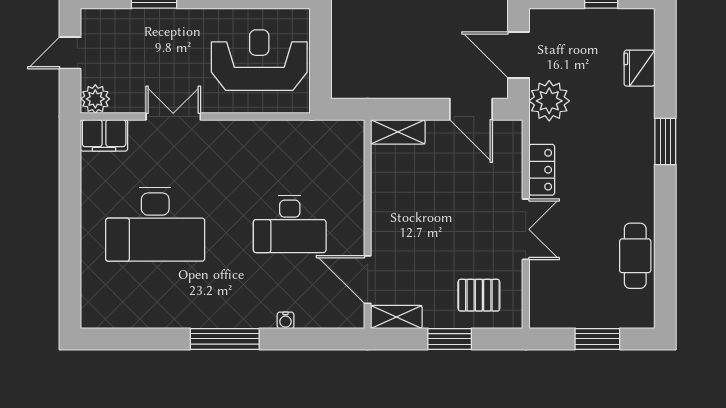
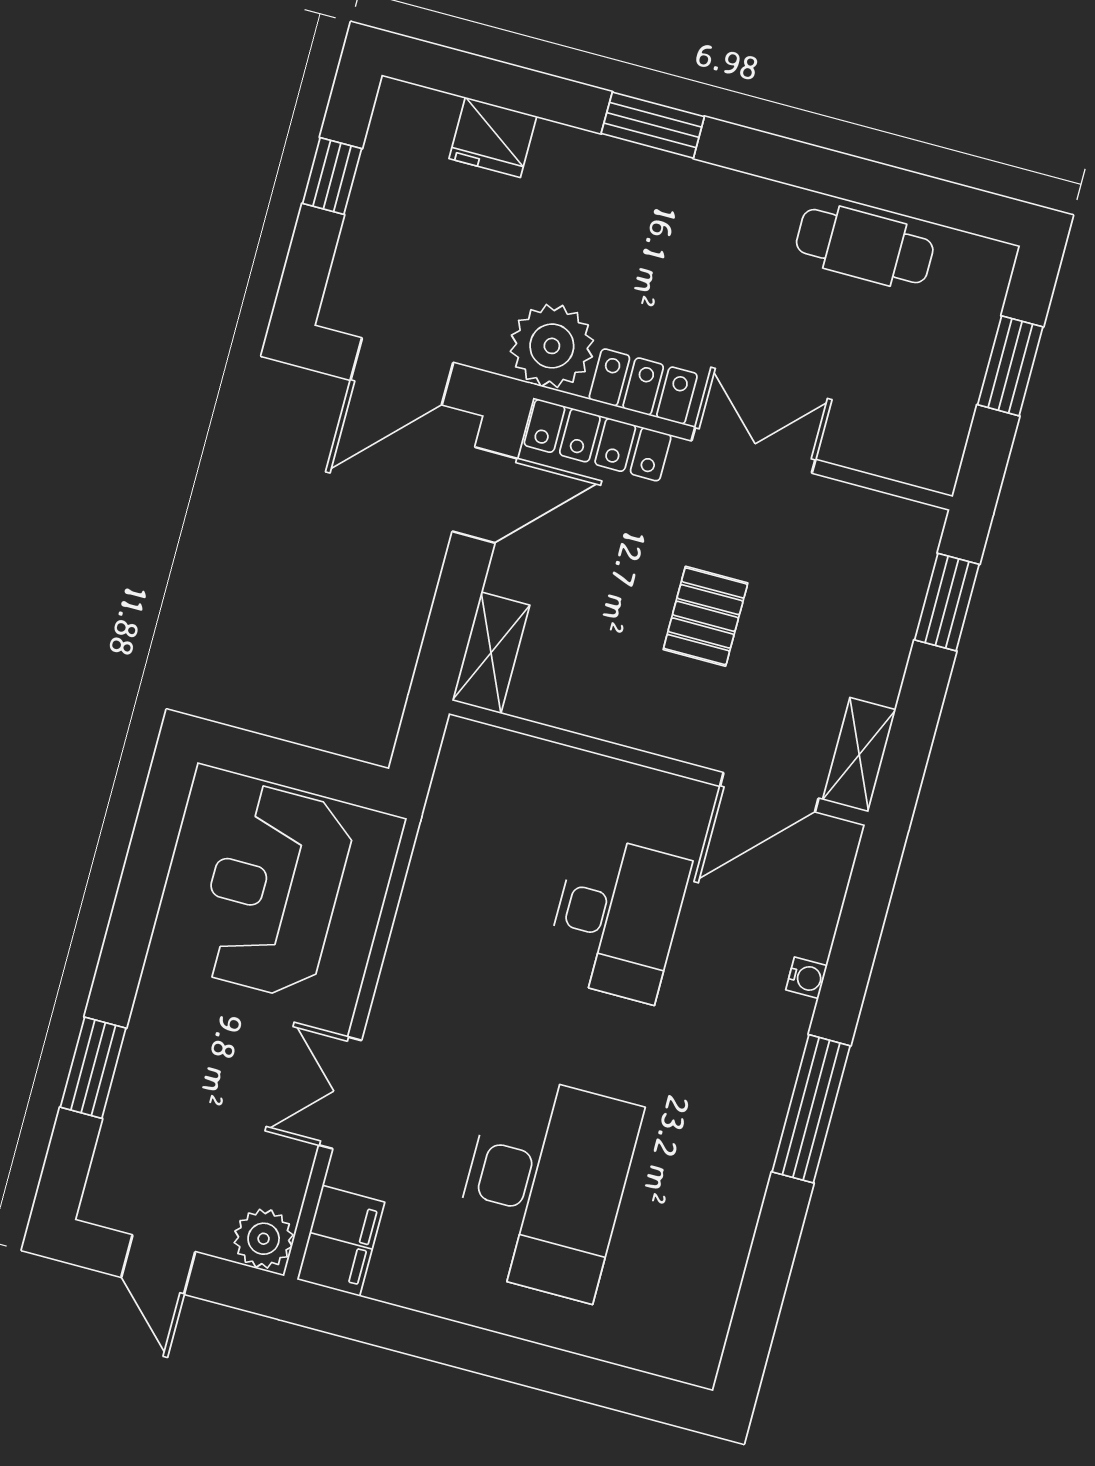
plant: (549, 101) -> (552, 346), moved
locker: (511, 155) -> (598, 440), added
pallet: (479, 295) -> (706, 616), moved
window: (450, 339) -> (947, 602), moved

